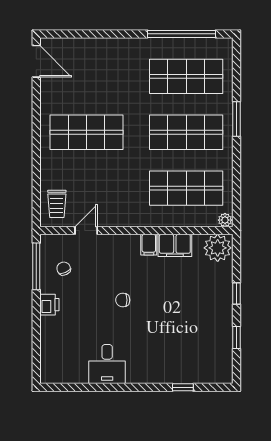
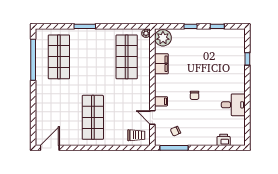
shop shelf: (186, 132) -> (93, 57), removed
filing cabinet: (149, 245) -> (161, 101), moved
printer: (49, 305) -> (224, 140), moved

